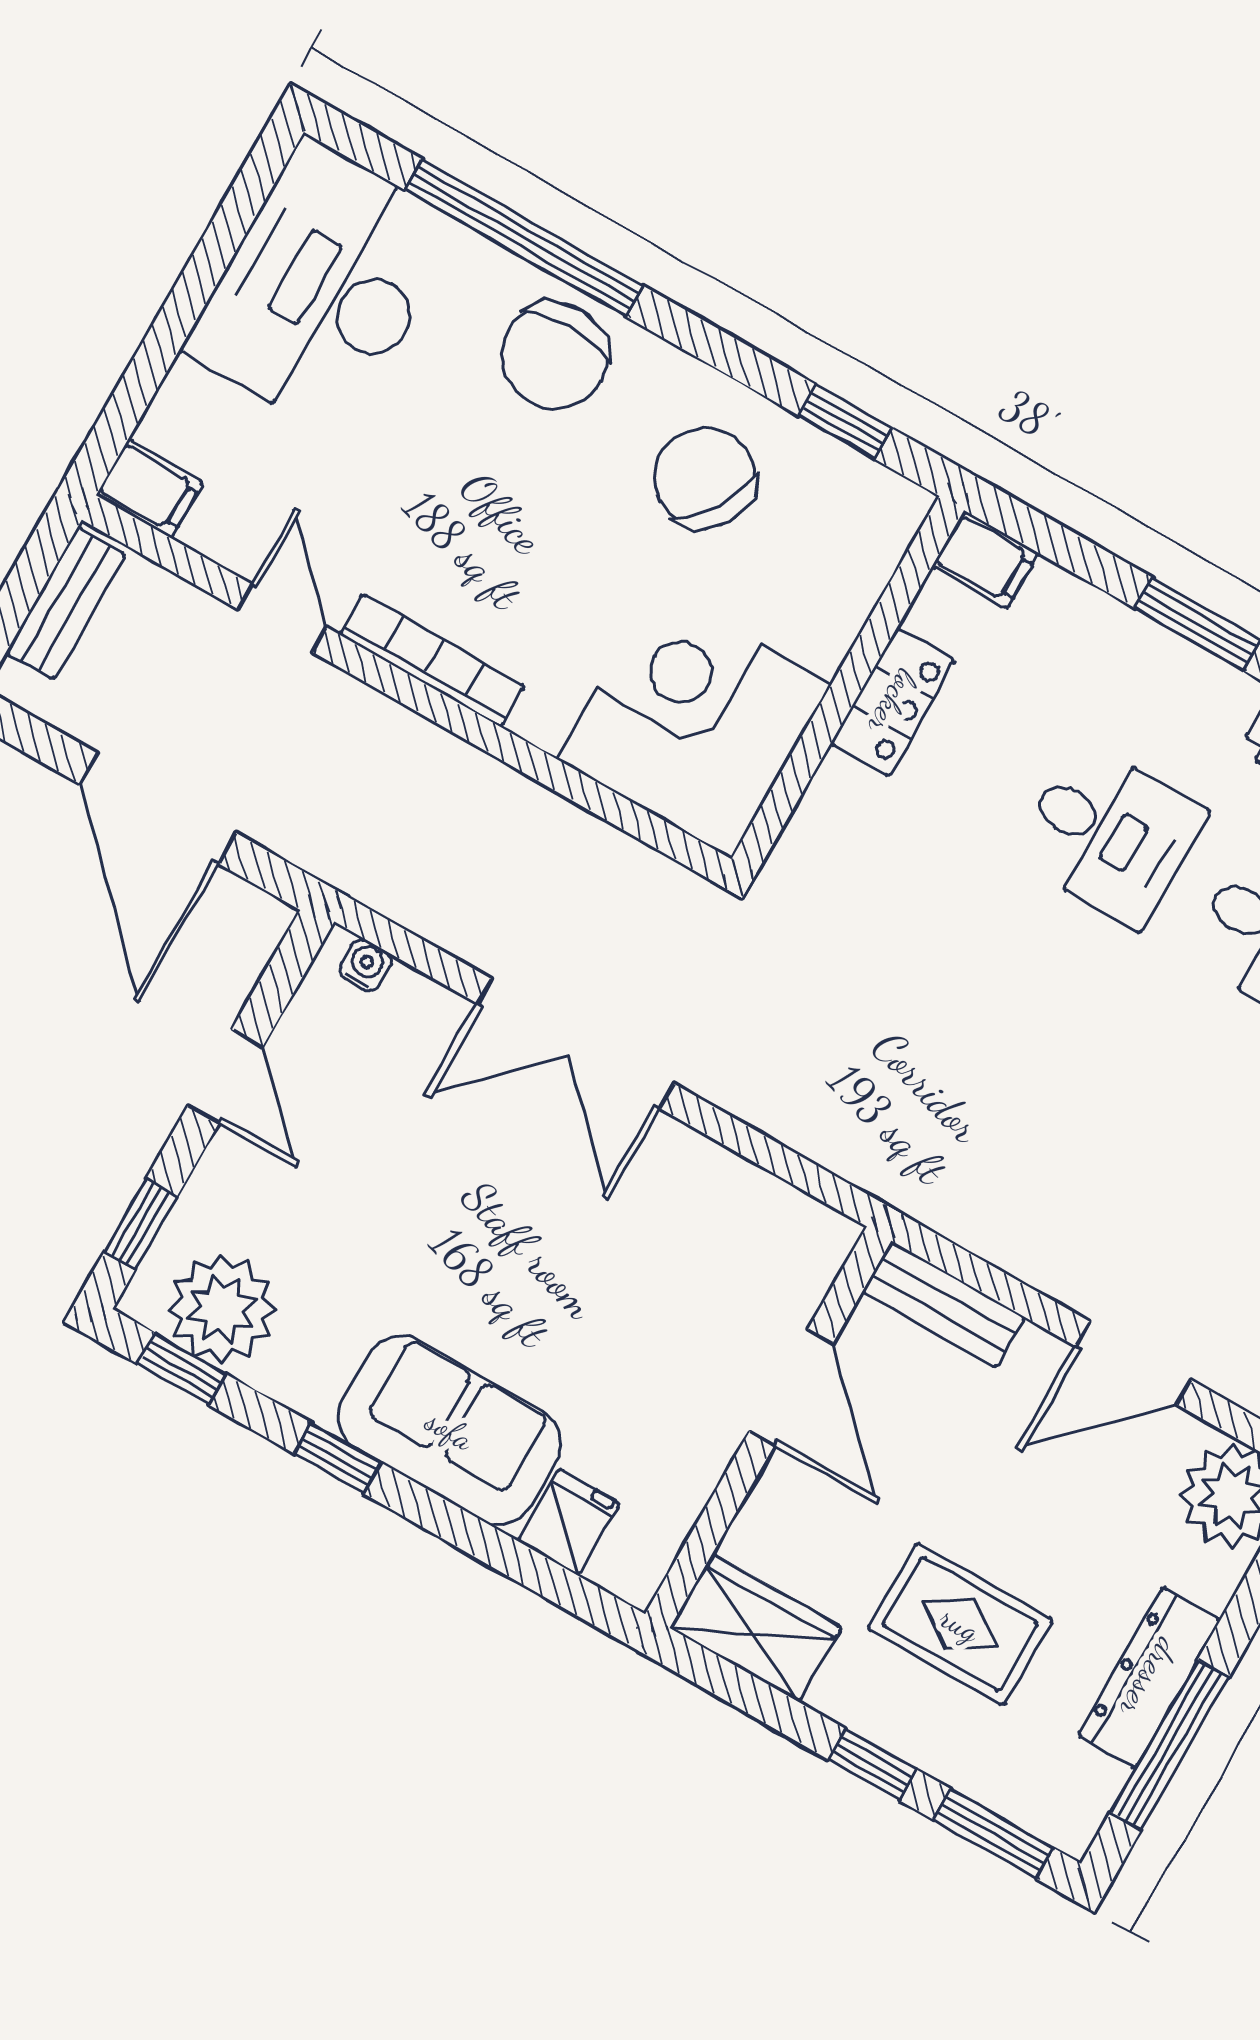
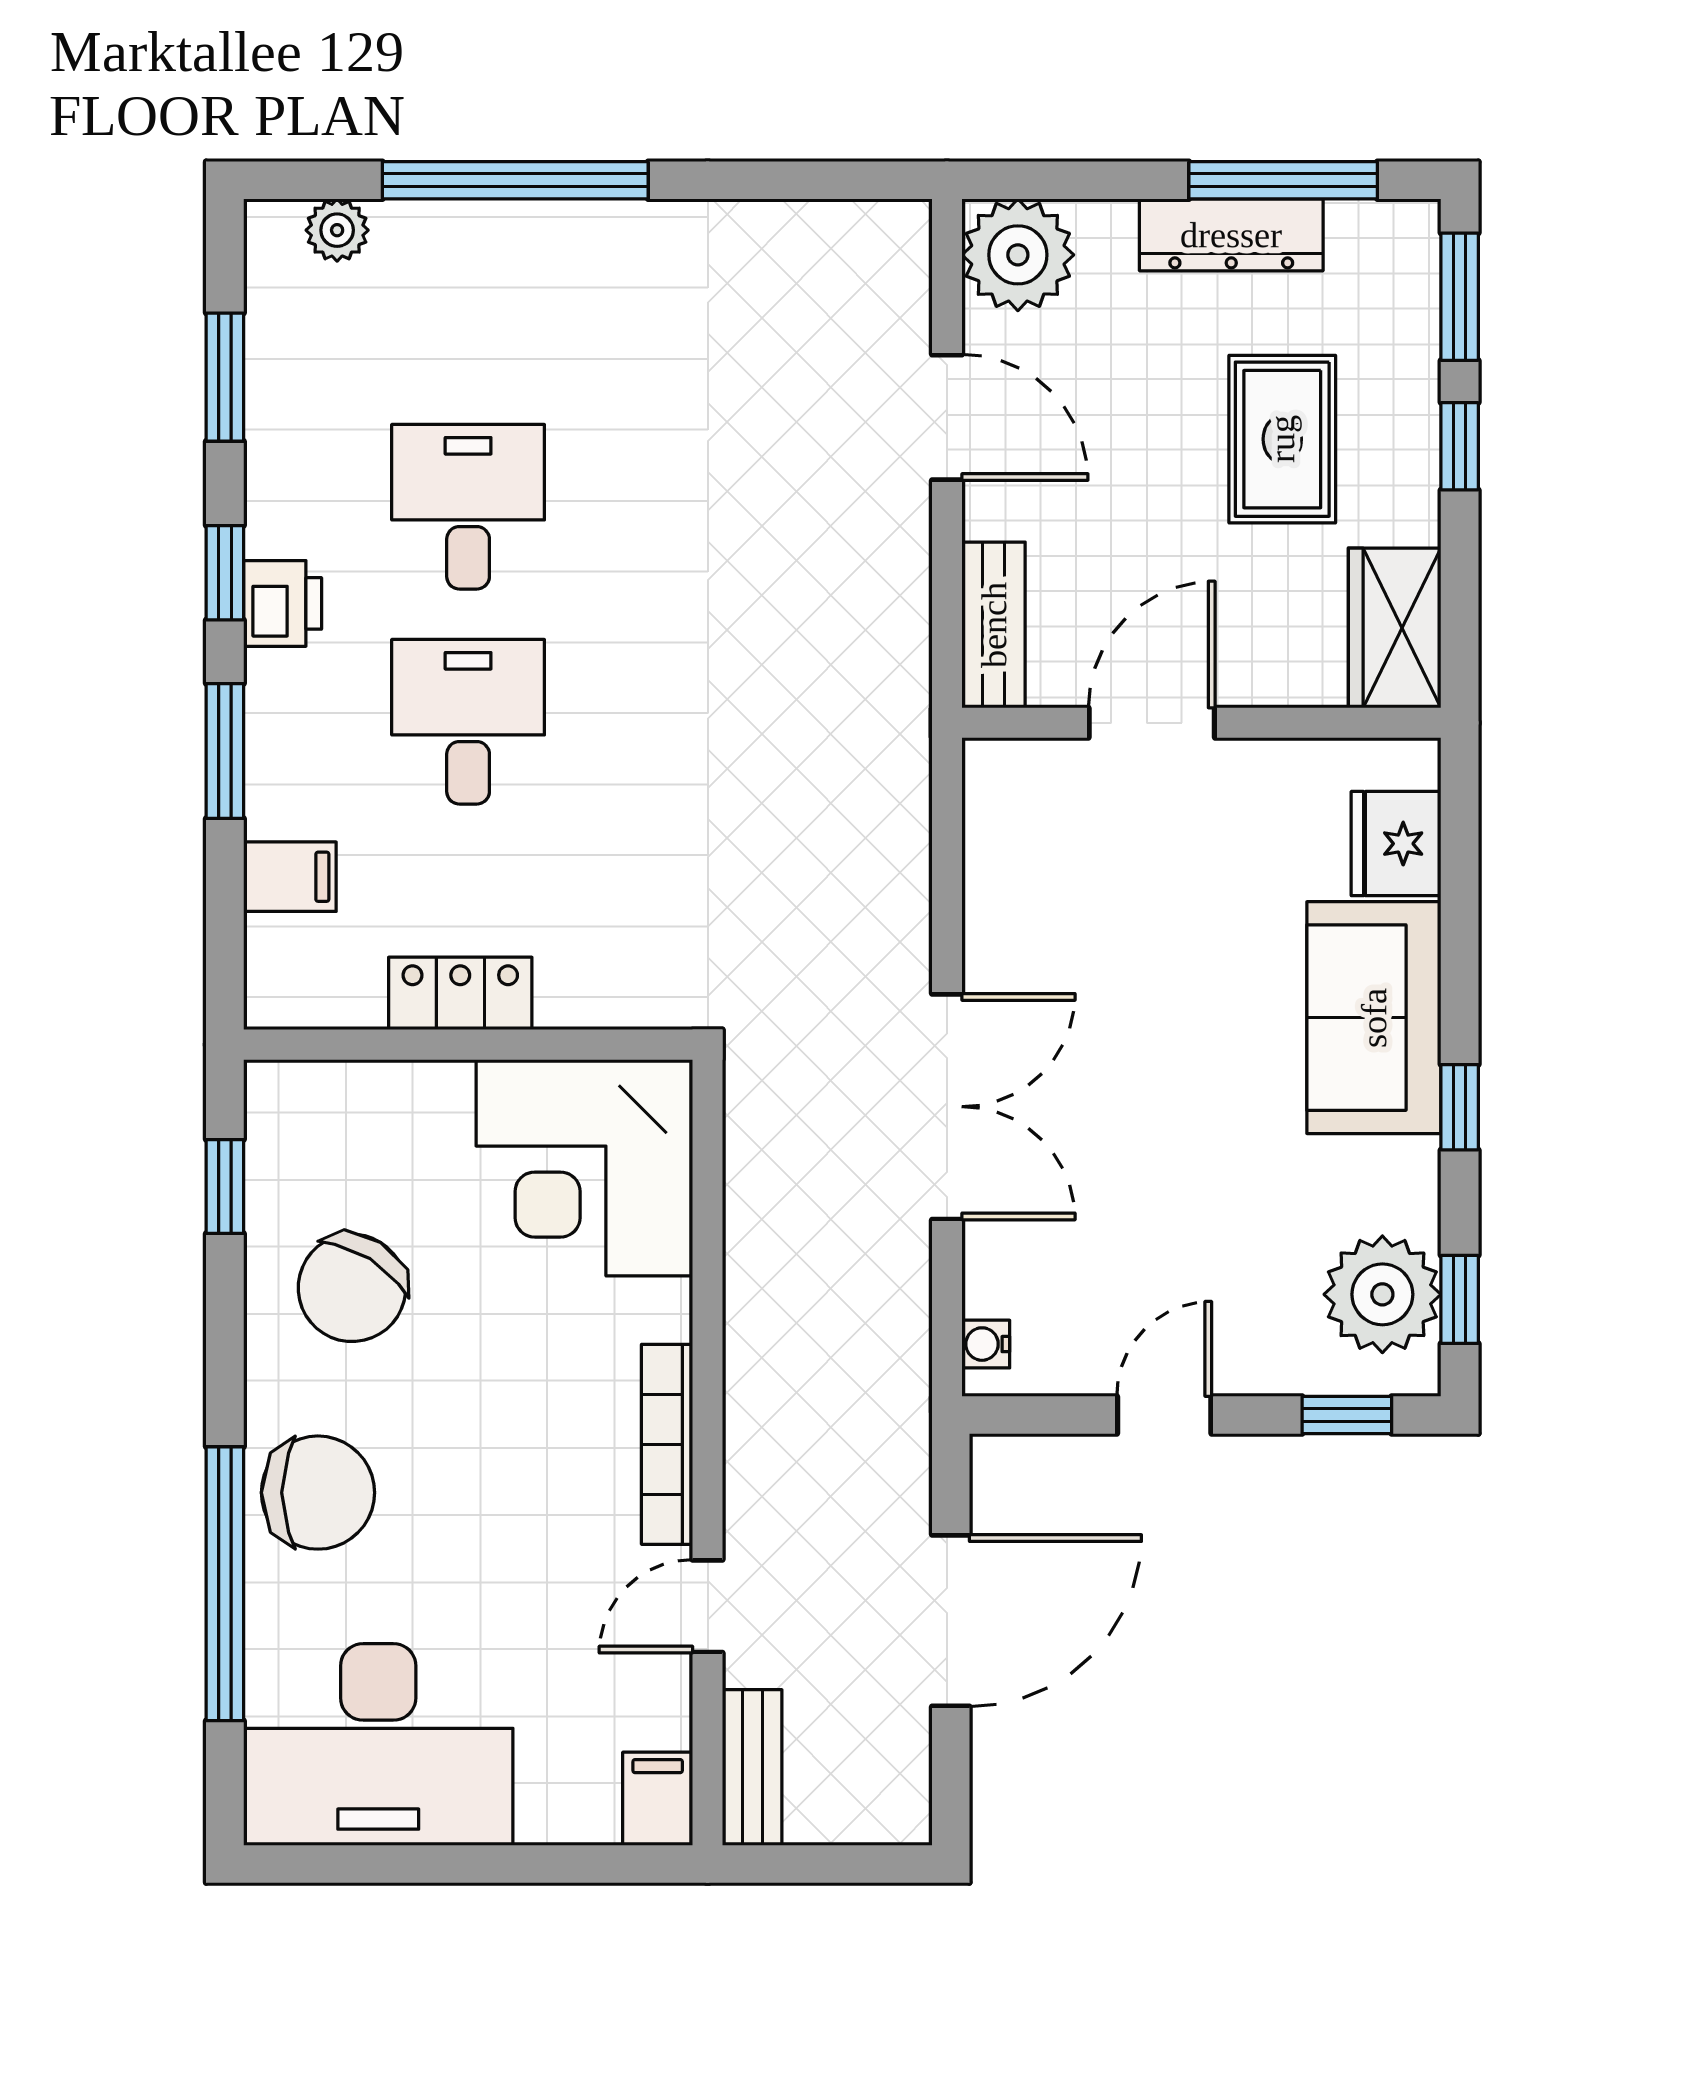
filing cabinet: (985, 560) -> (290, 877), moved, turned 90
bench: (66, 604) -> (752, 1767), moved, turned 90
fridge: (569, 1522) -> (1396, 844), width x1.38

